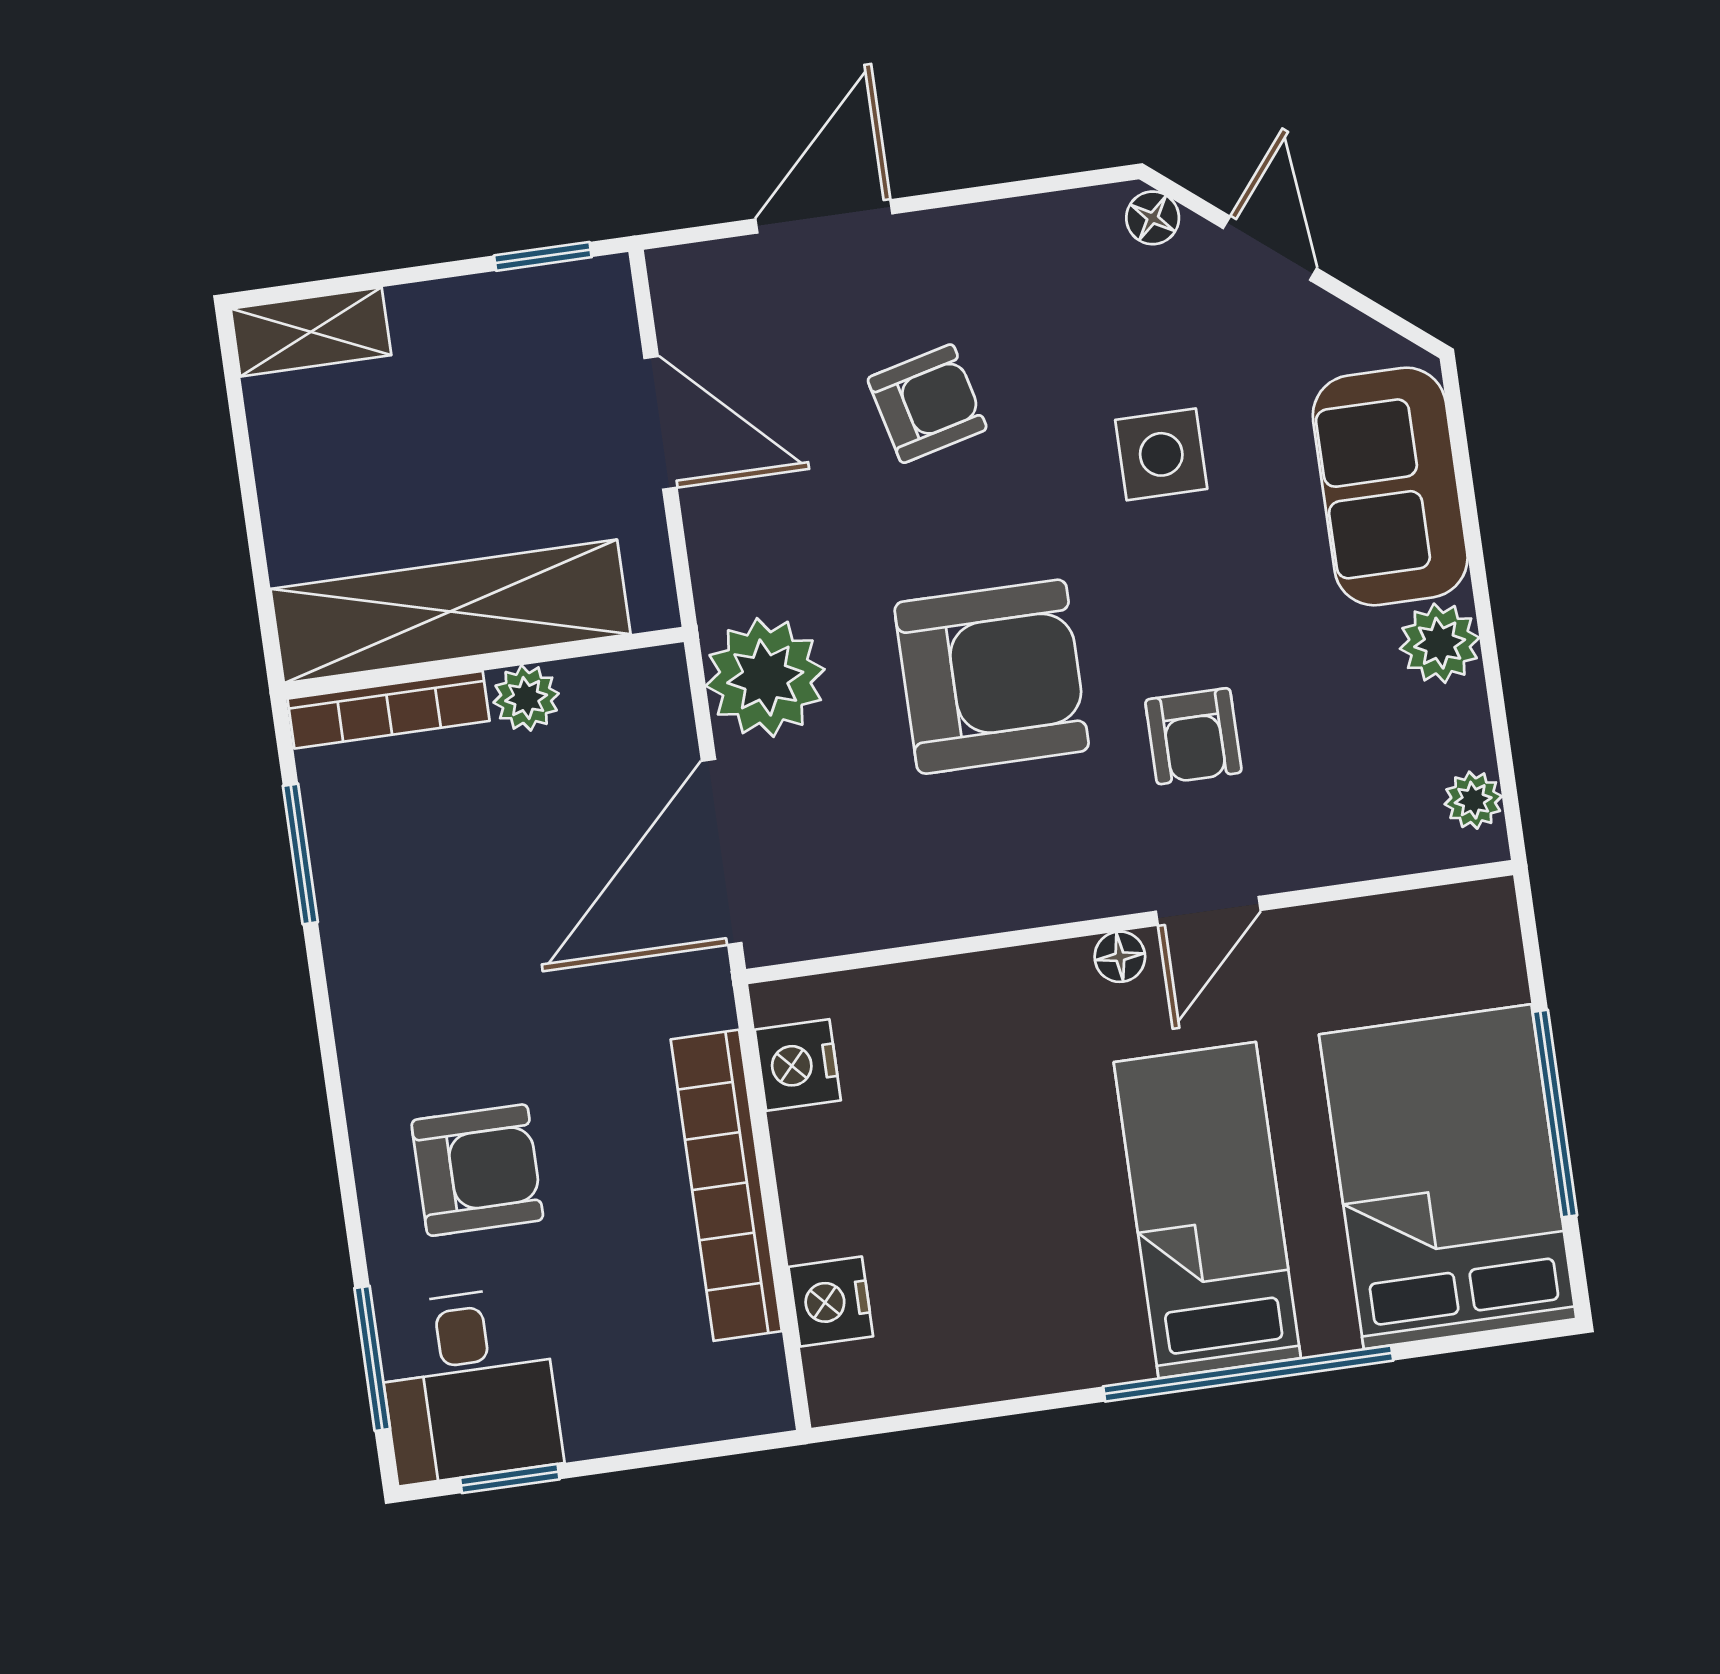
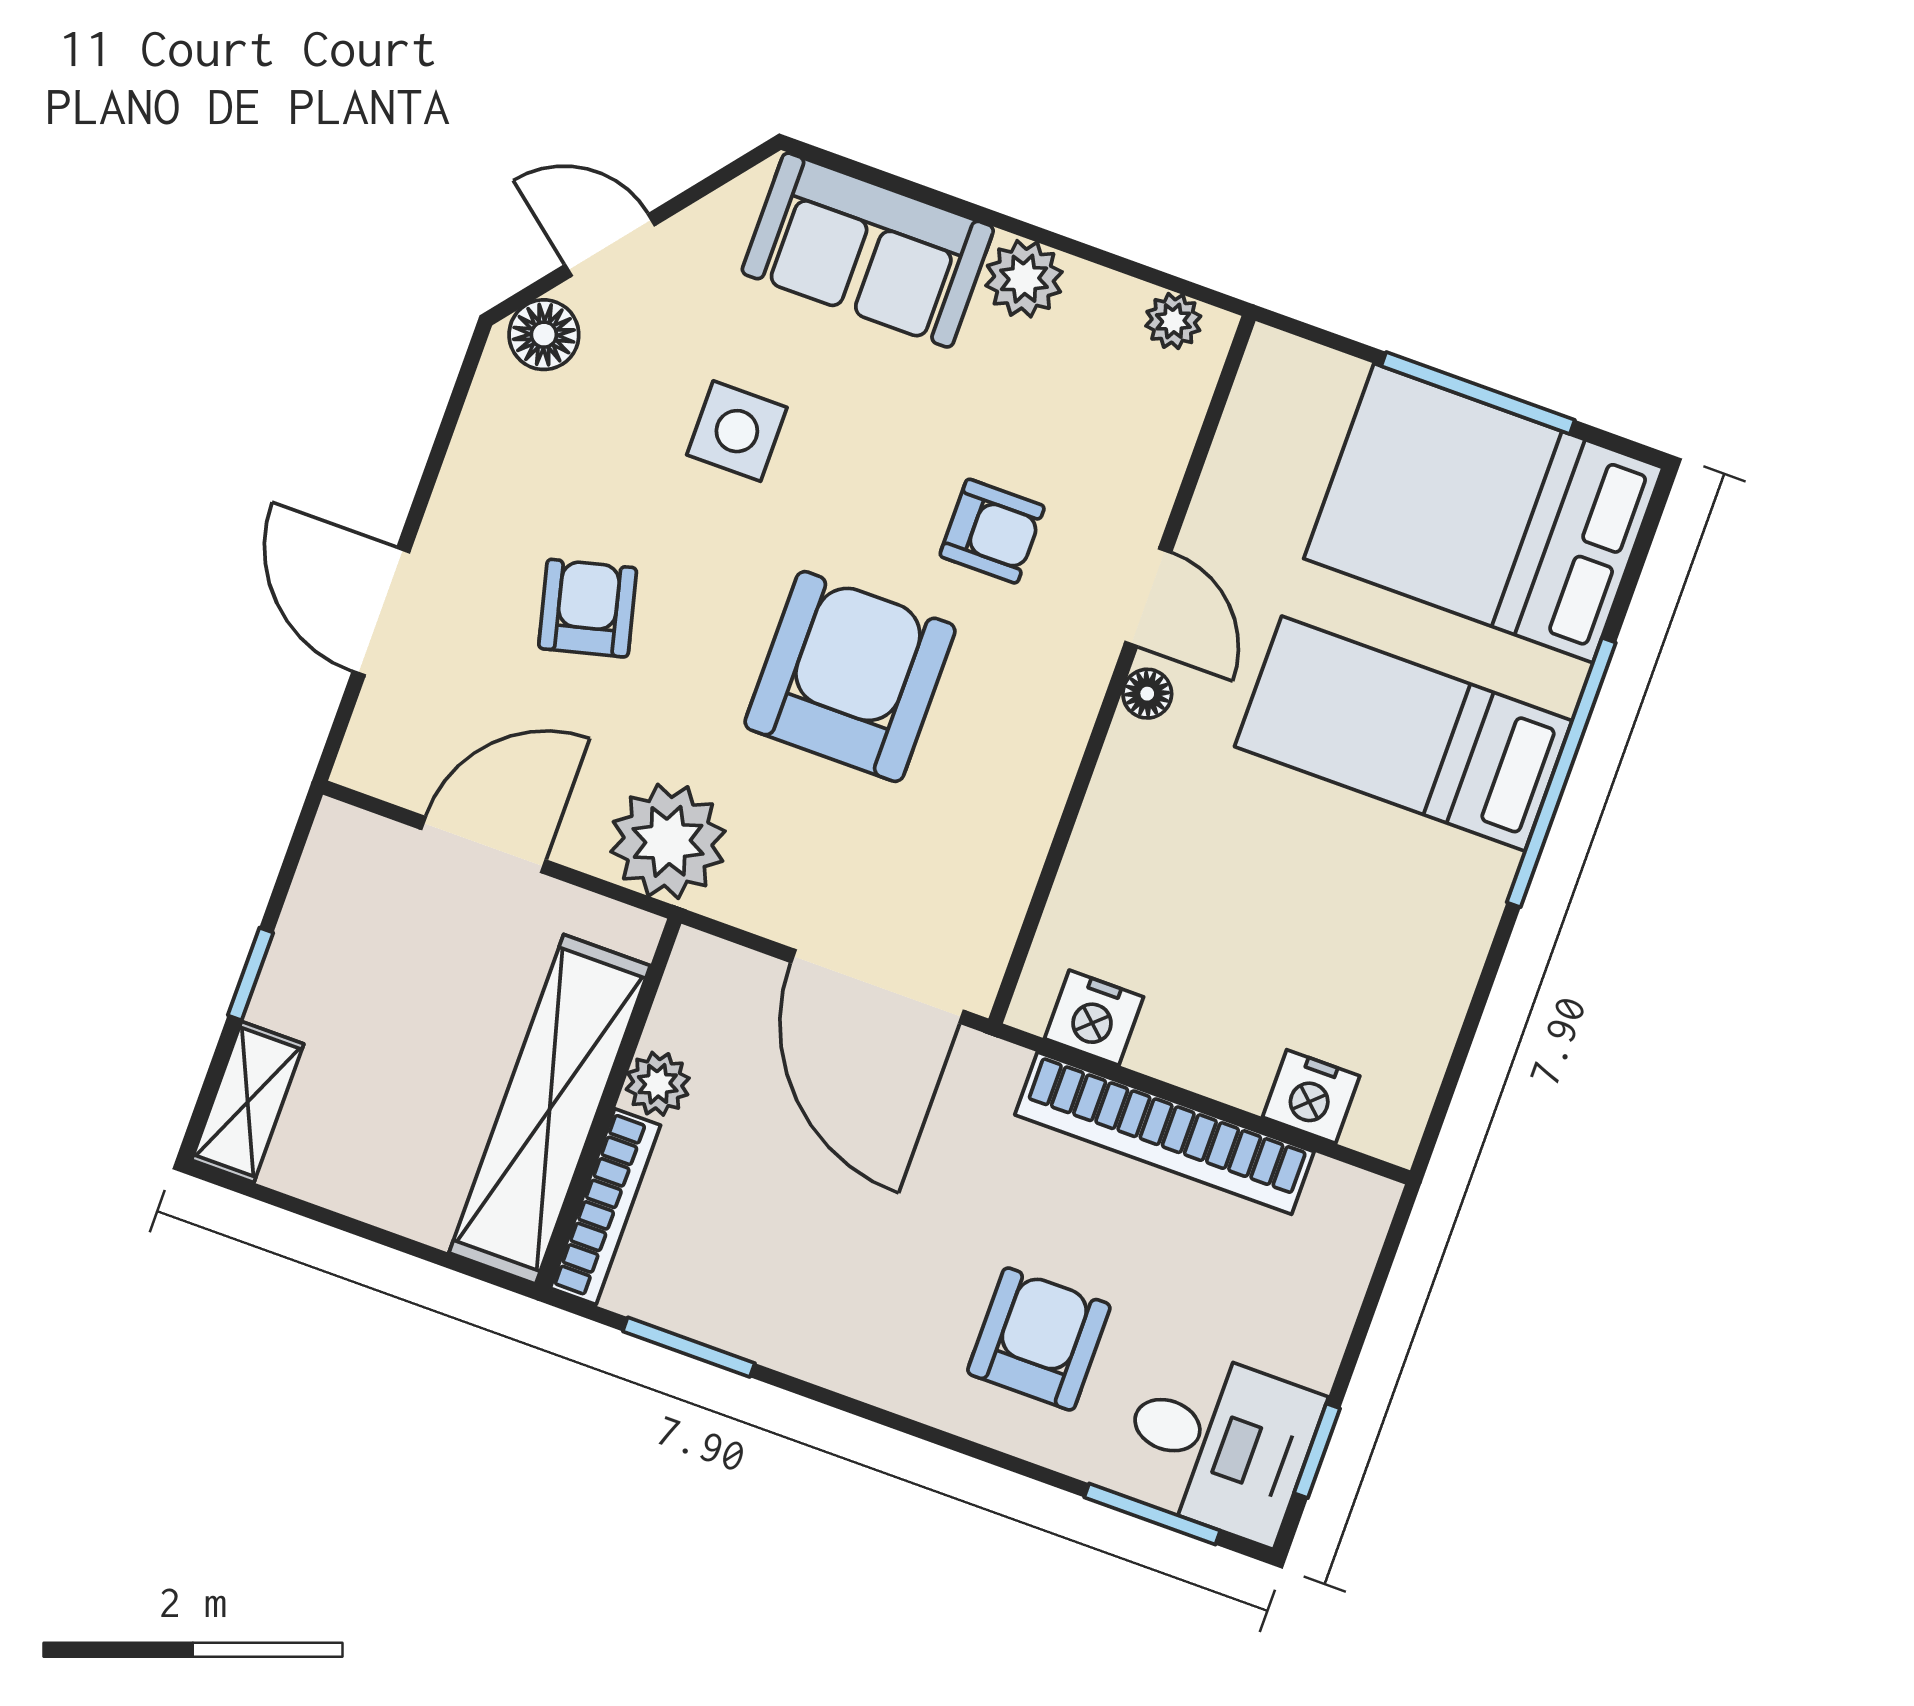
floor lamp: (1153, 218) -> (544, 335), width x1.37, depth x1.37
window: (543, 256) -> (250, 974), moved
plant: (765, 677) -> (668, 841), moved

